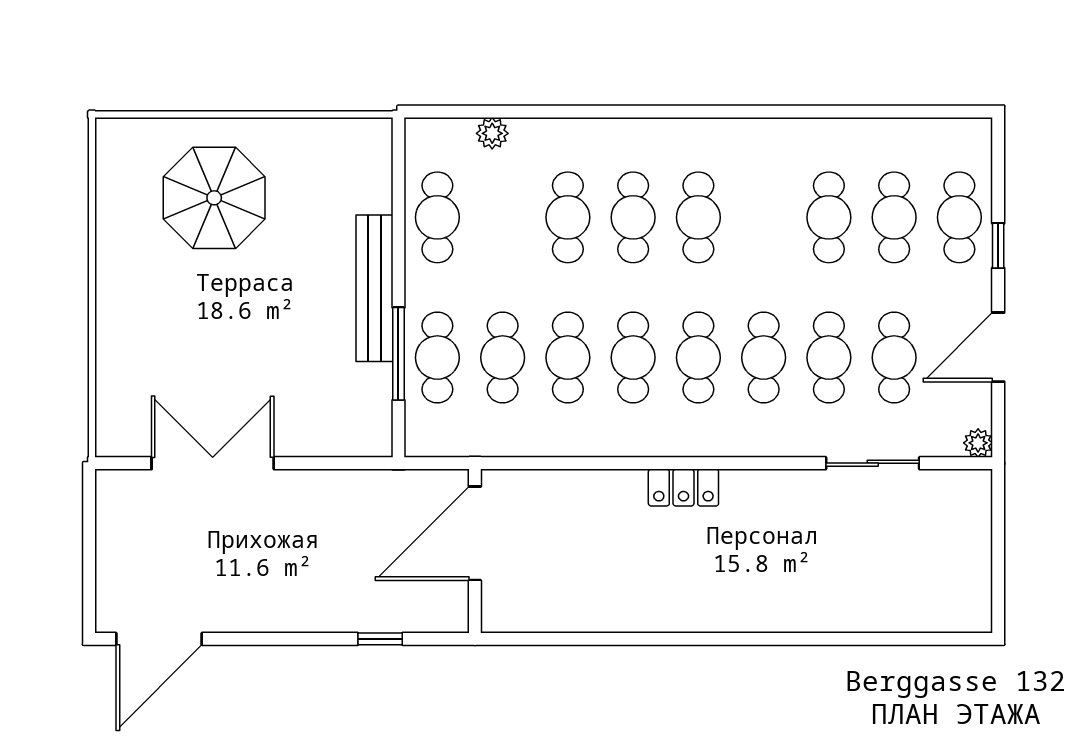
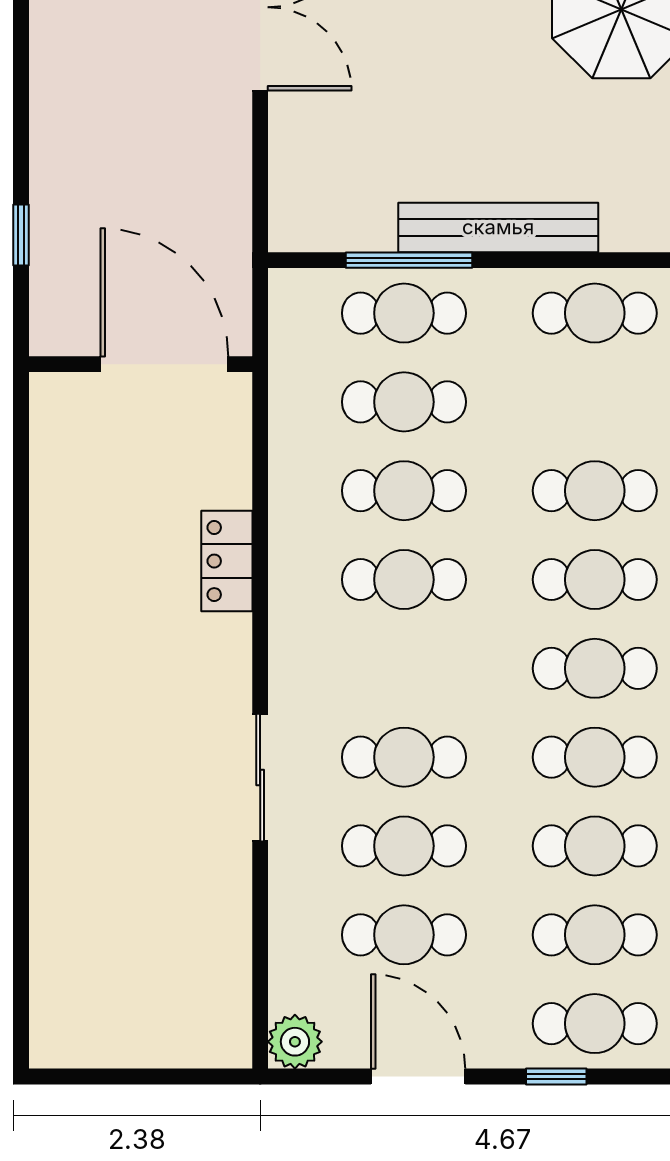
cafe table: (698, 358) -> (595, 757), moved
plant: (978, 443) -> (295, 1042), width x1.38, depth x1.38
sliding door: (873, 463) -> (260, 778), moved
locker: (683, 488) -> (227, 561), moved

